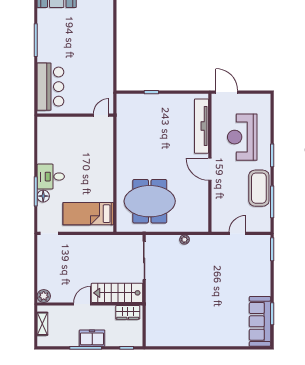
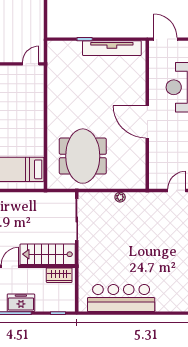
tv unit: (201, 126) -> (112, 48), moved, turned -90
door: (210, 169) -> (147, 122), width x1.36
meeting table: (150, 201) -> (83, 156), turned 90
bar counter: (185, 334) -> (121, 298), added

